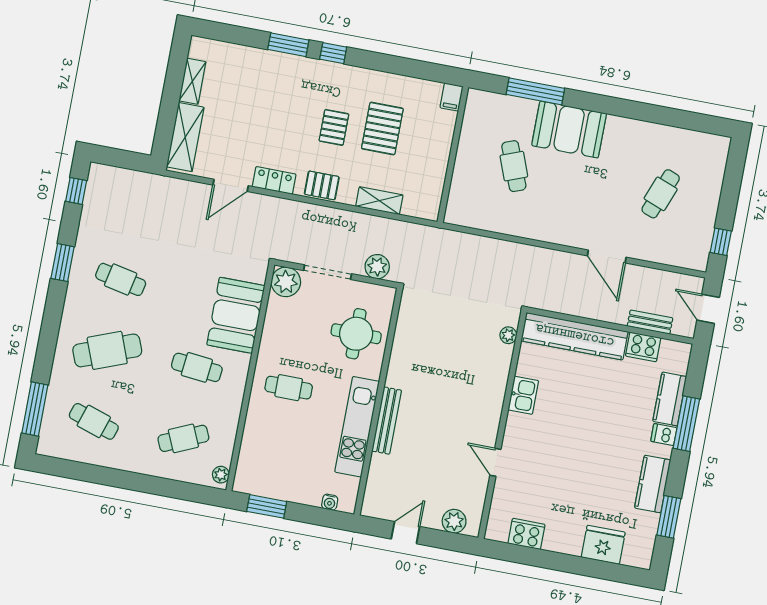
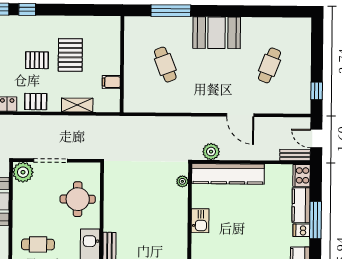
filing cabinet: (452, 97) -> (111, 82), moved, turned 90
pallet: (334, 127) -> (37, 60), turned 90
booth: (569, 129) -> (217, 33), moved
plant: (377, 267) -> (211, 152), moved
bench: (650, 322) -> (295, 155), moved
cooker: (643, 347) -> (301, 175), moved, turned 90

